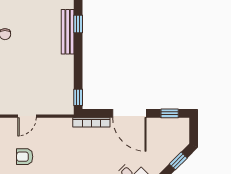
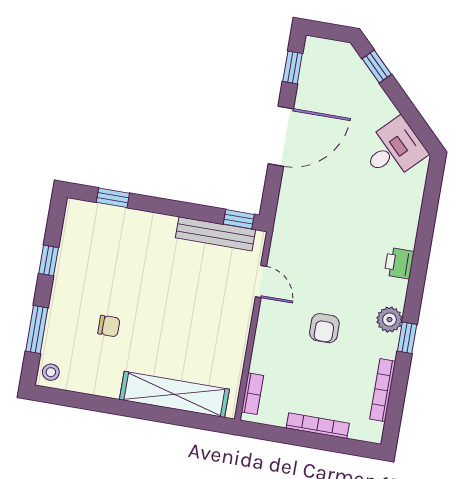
bench: (68, 32) -> (216, 234), moved
door: (27, 116) -> (261, 282), moved
bookcase: (91, 122) -> (285, 204), removed

